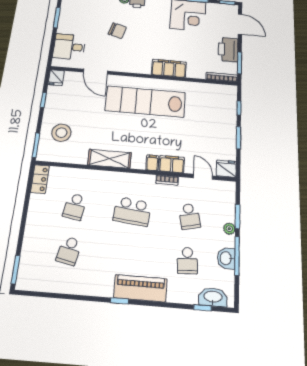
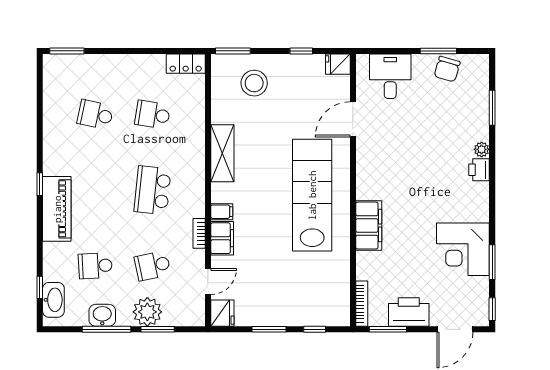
chair: (117, 31) -> (447, 69), moved
plant: (229, 229) -> (147, 312), width x1.88, depth x1.88

